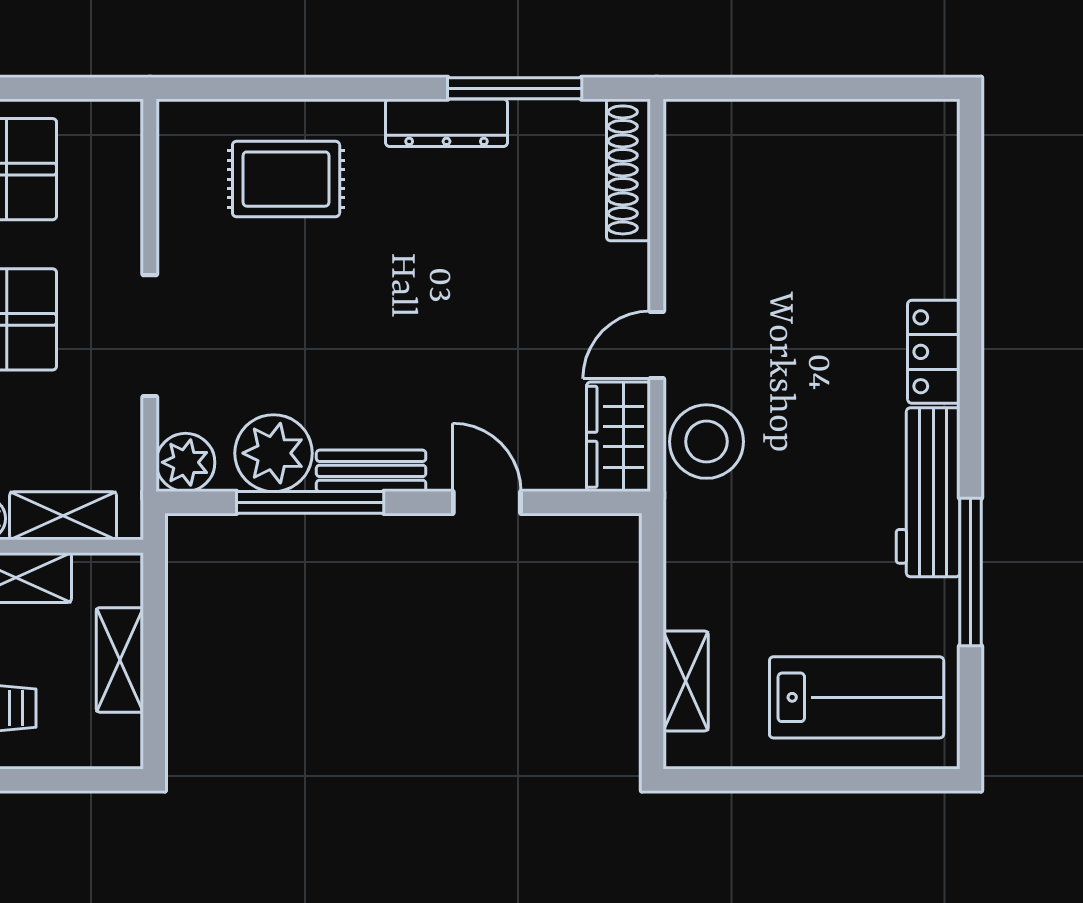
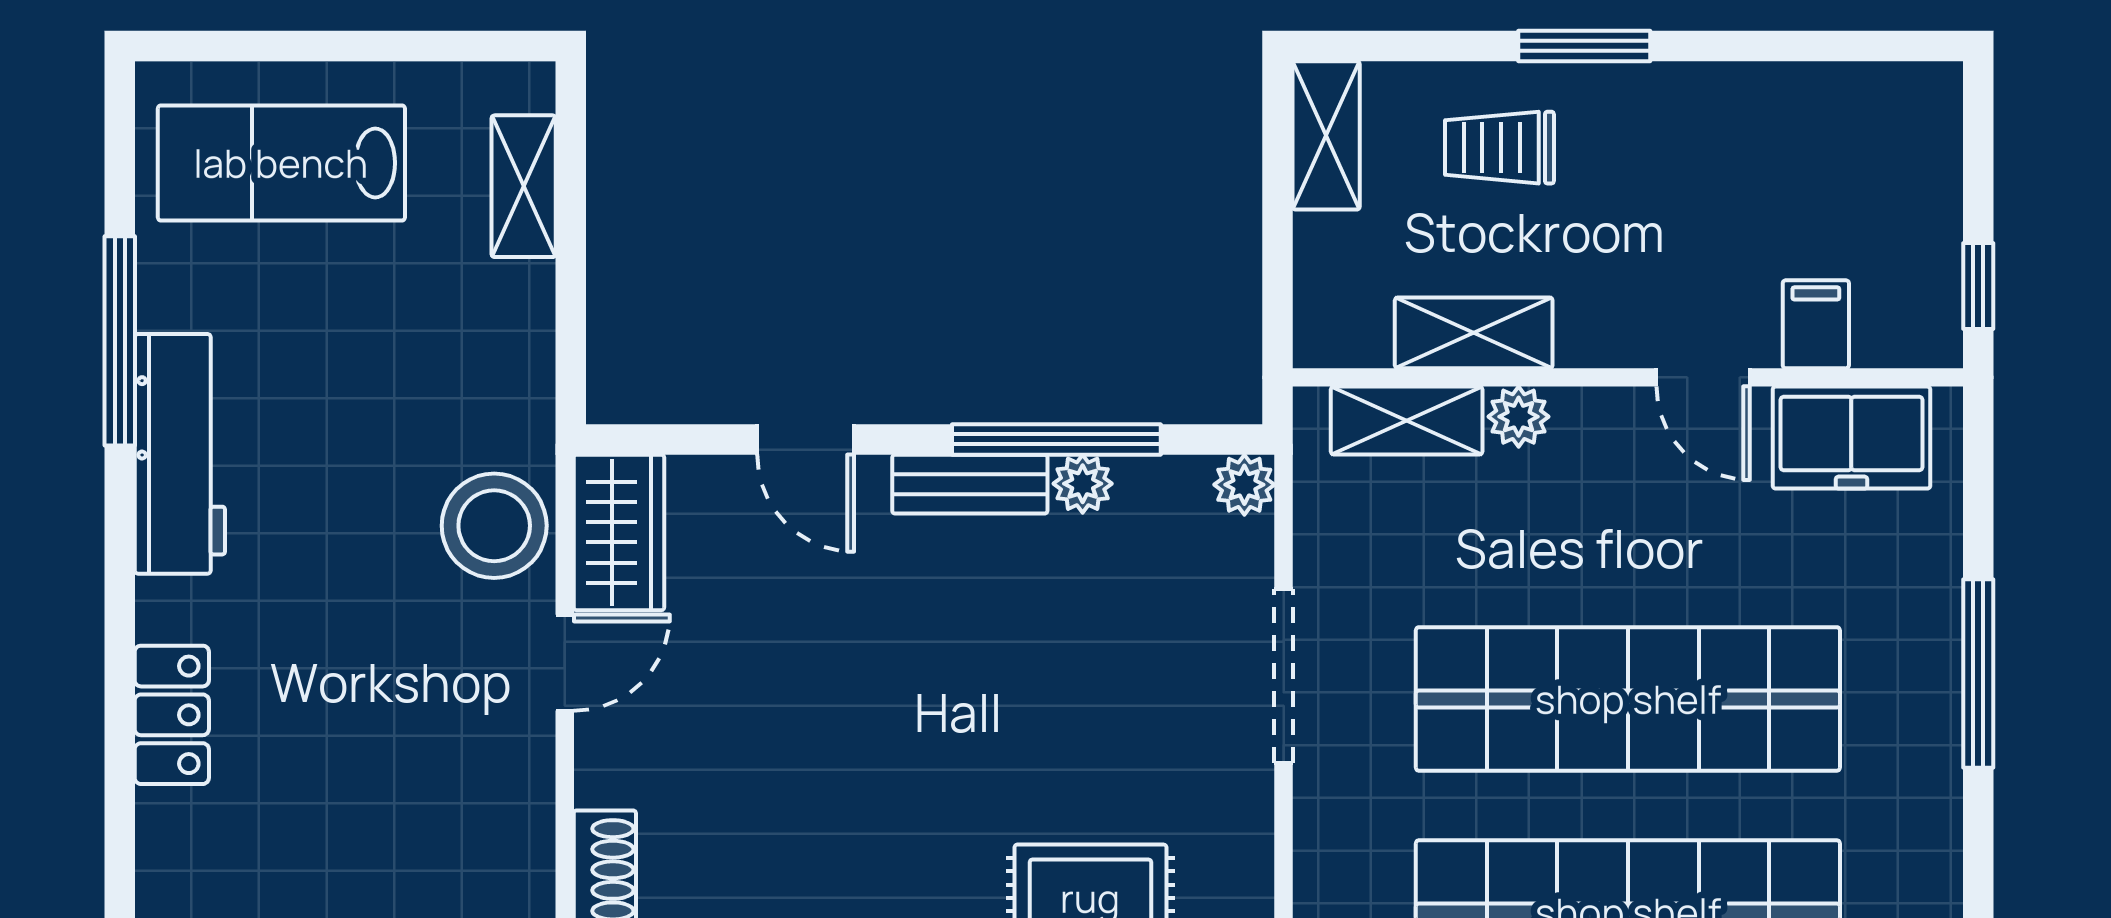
locker: (934, 352) -> (172, 715), moved
plant: (274, 453) -> (1083, 484), width x0.53, depth x0.53
plant: (185, 462) -> (1244, 485), width x0.73, depth x0.73
shelving: (120, 660) -> (1326, 135), moved

